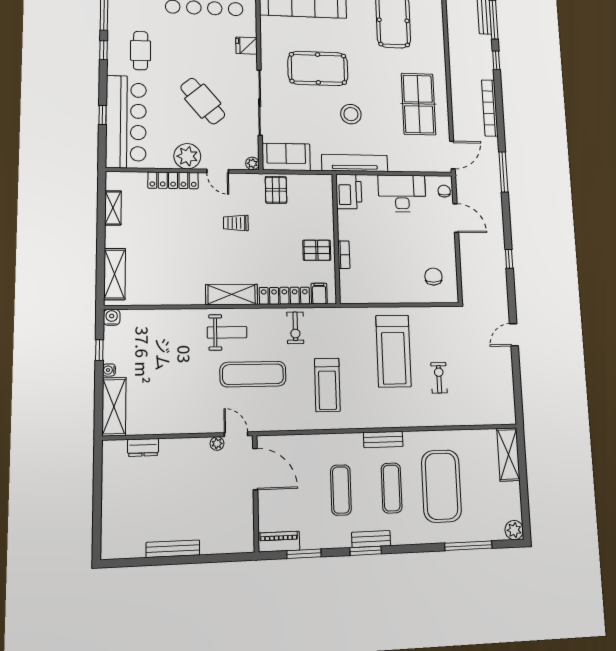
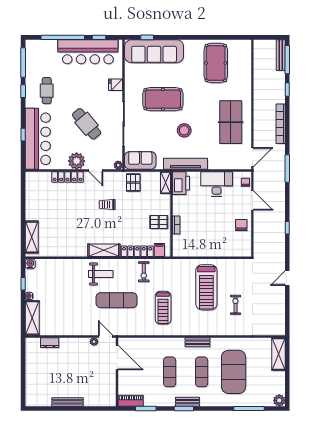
shelving: (113, 208) -> (166, 183), moved
chair: (433, 277) -> (241, 225), moved

